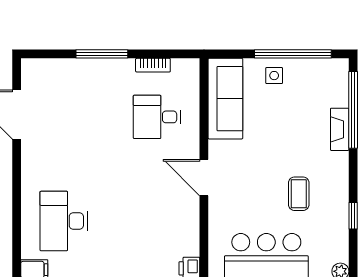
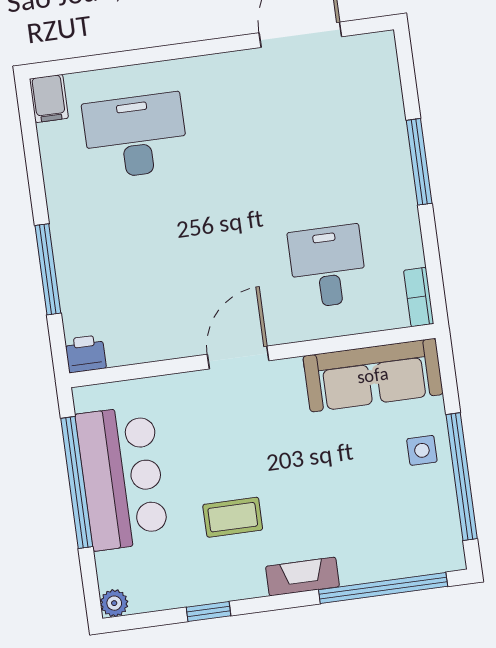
bookcase: (153, 65) -> (419, 297), moved
fireplace: (340, 129) -> (303, 576), moved

